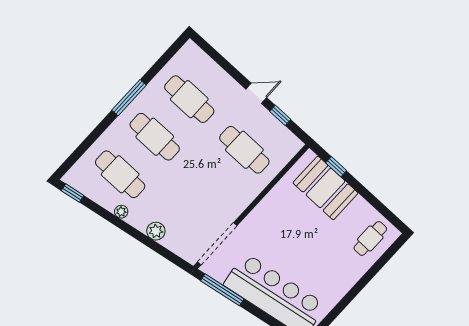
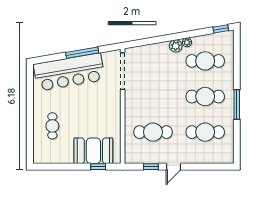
plant: (156, 231) -> (176, 46), moved
cafe table: (370, 238) -> (52, 126), moved
window: (222, 290) -> (82, 53), moved

